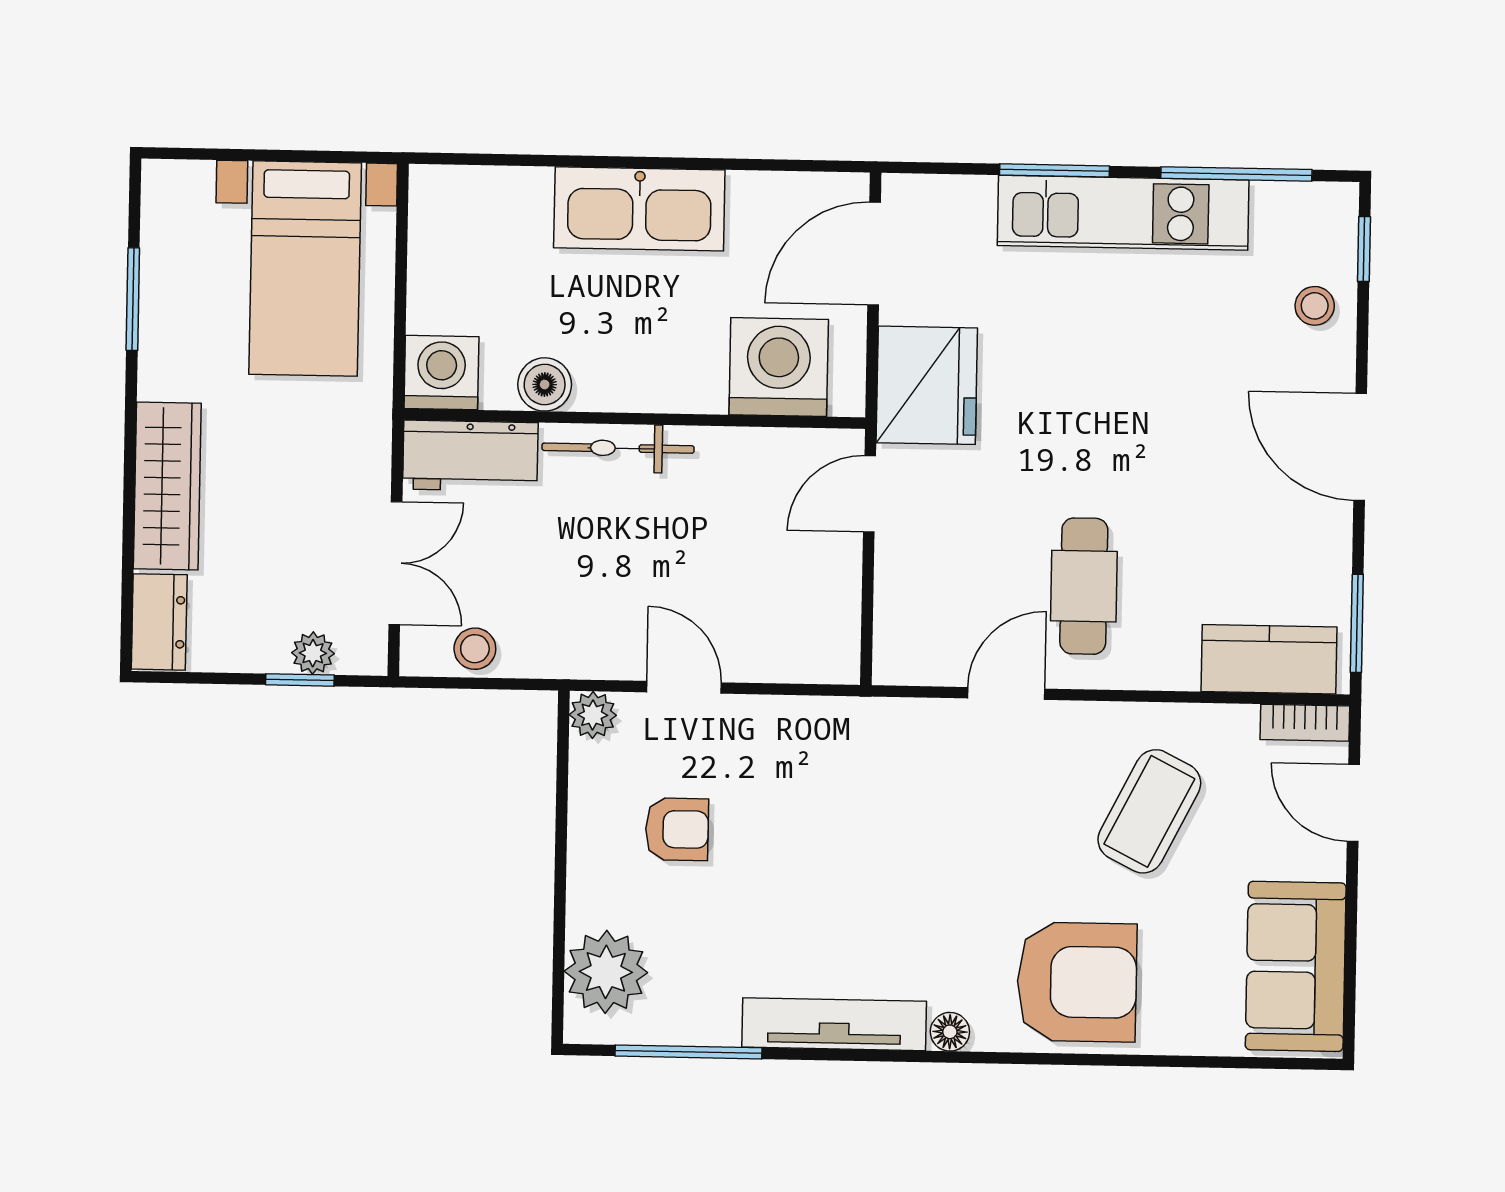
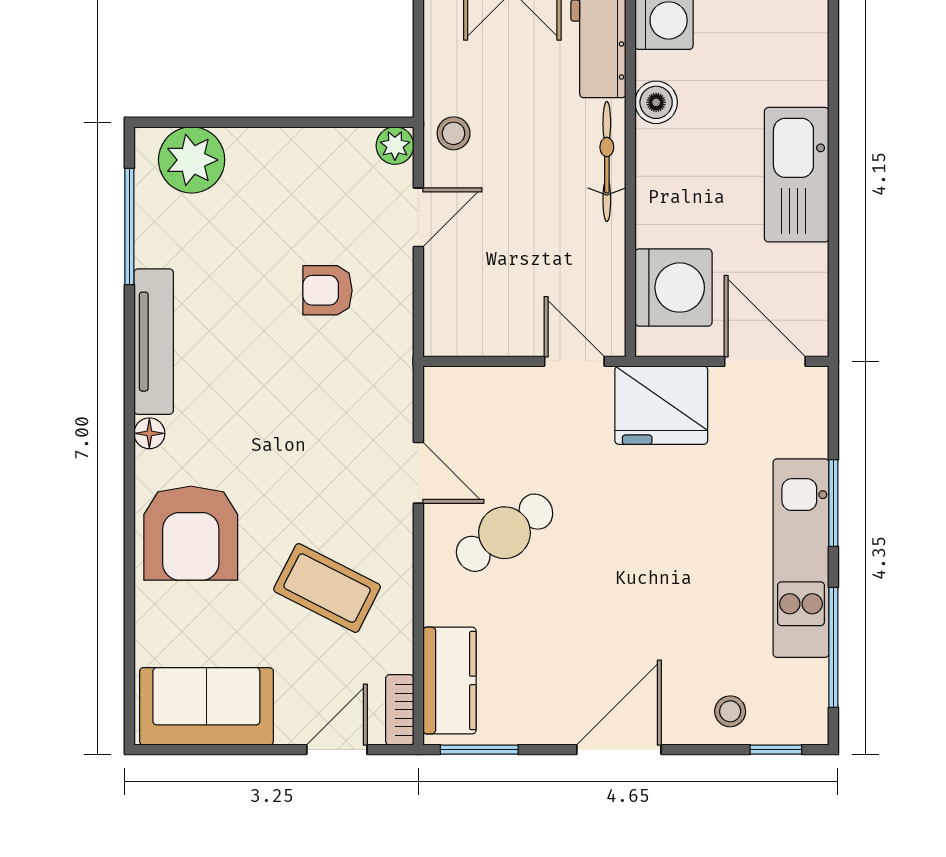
cafe table: (1084, 586) -> (505, 533), turned -34
stool: (475, 649) -> (454, 133), moved
armchair: (677, 829) -> (328, 290), moved, turned 90

